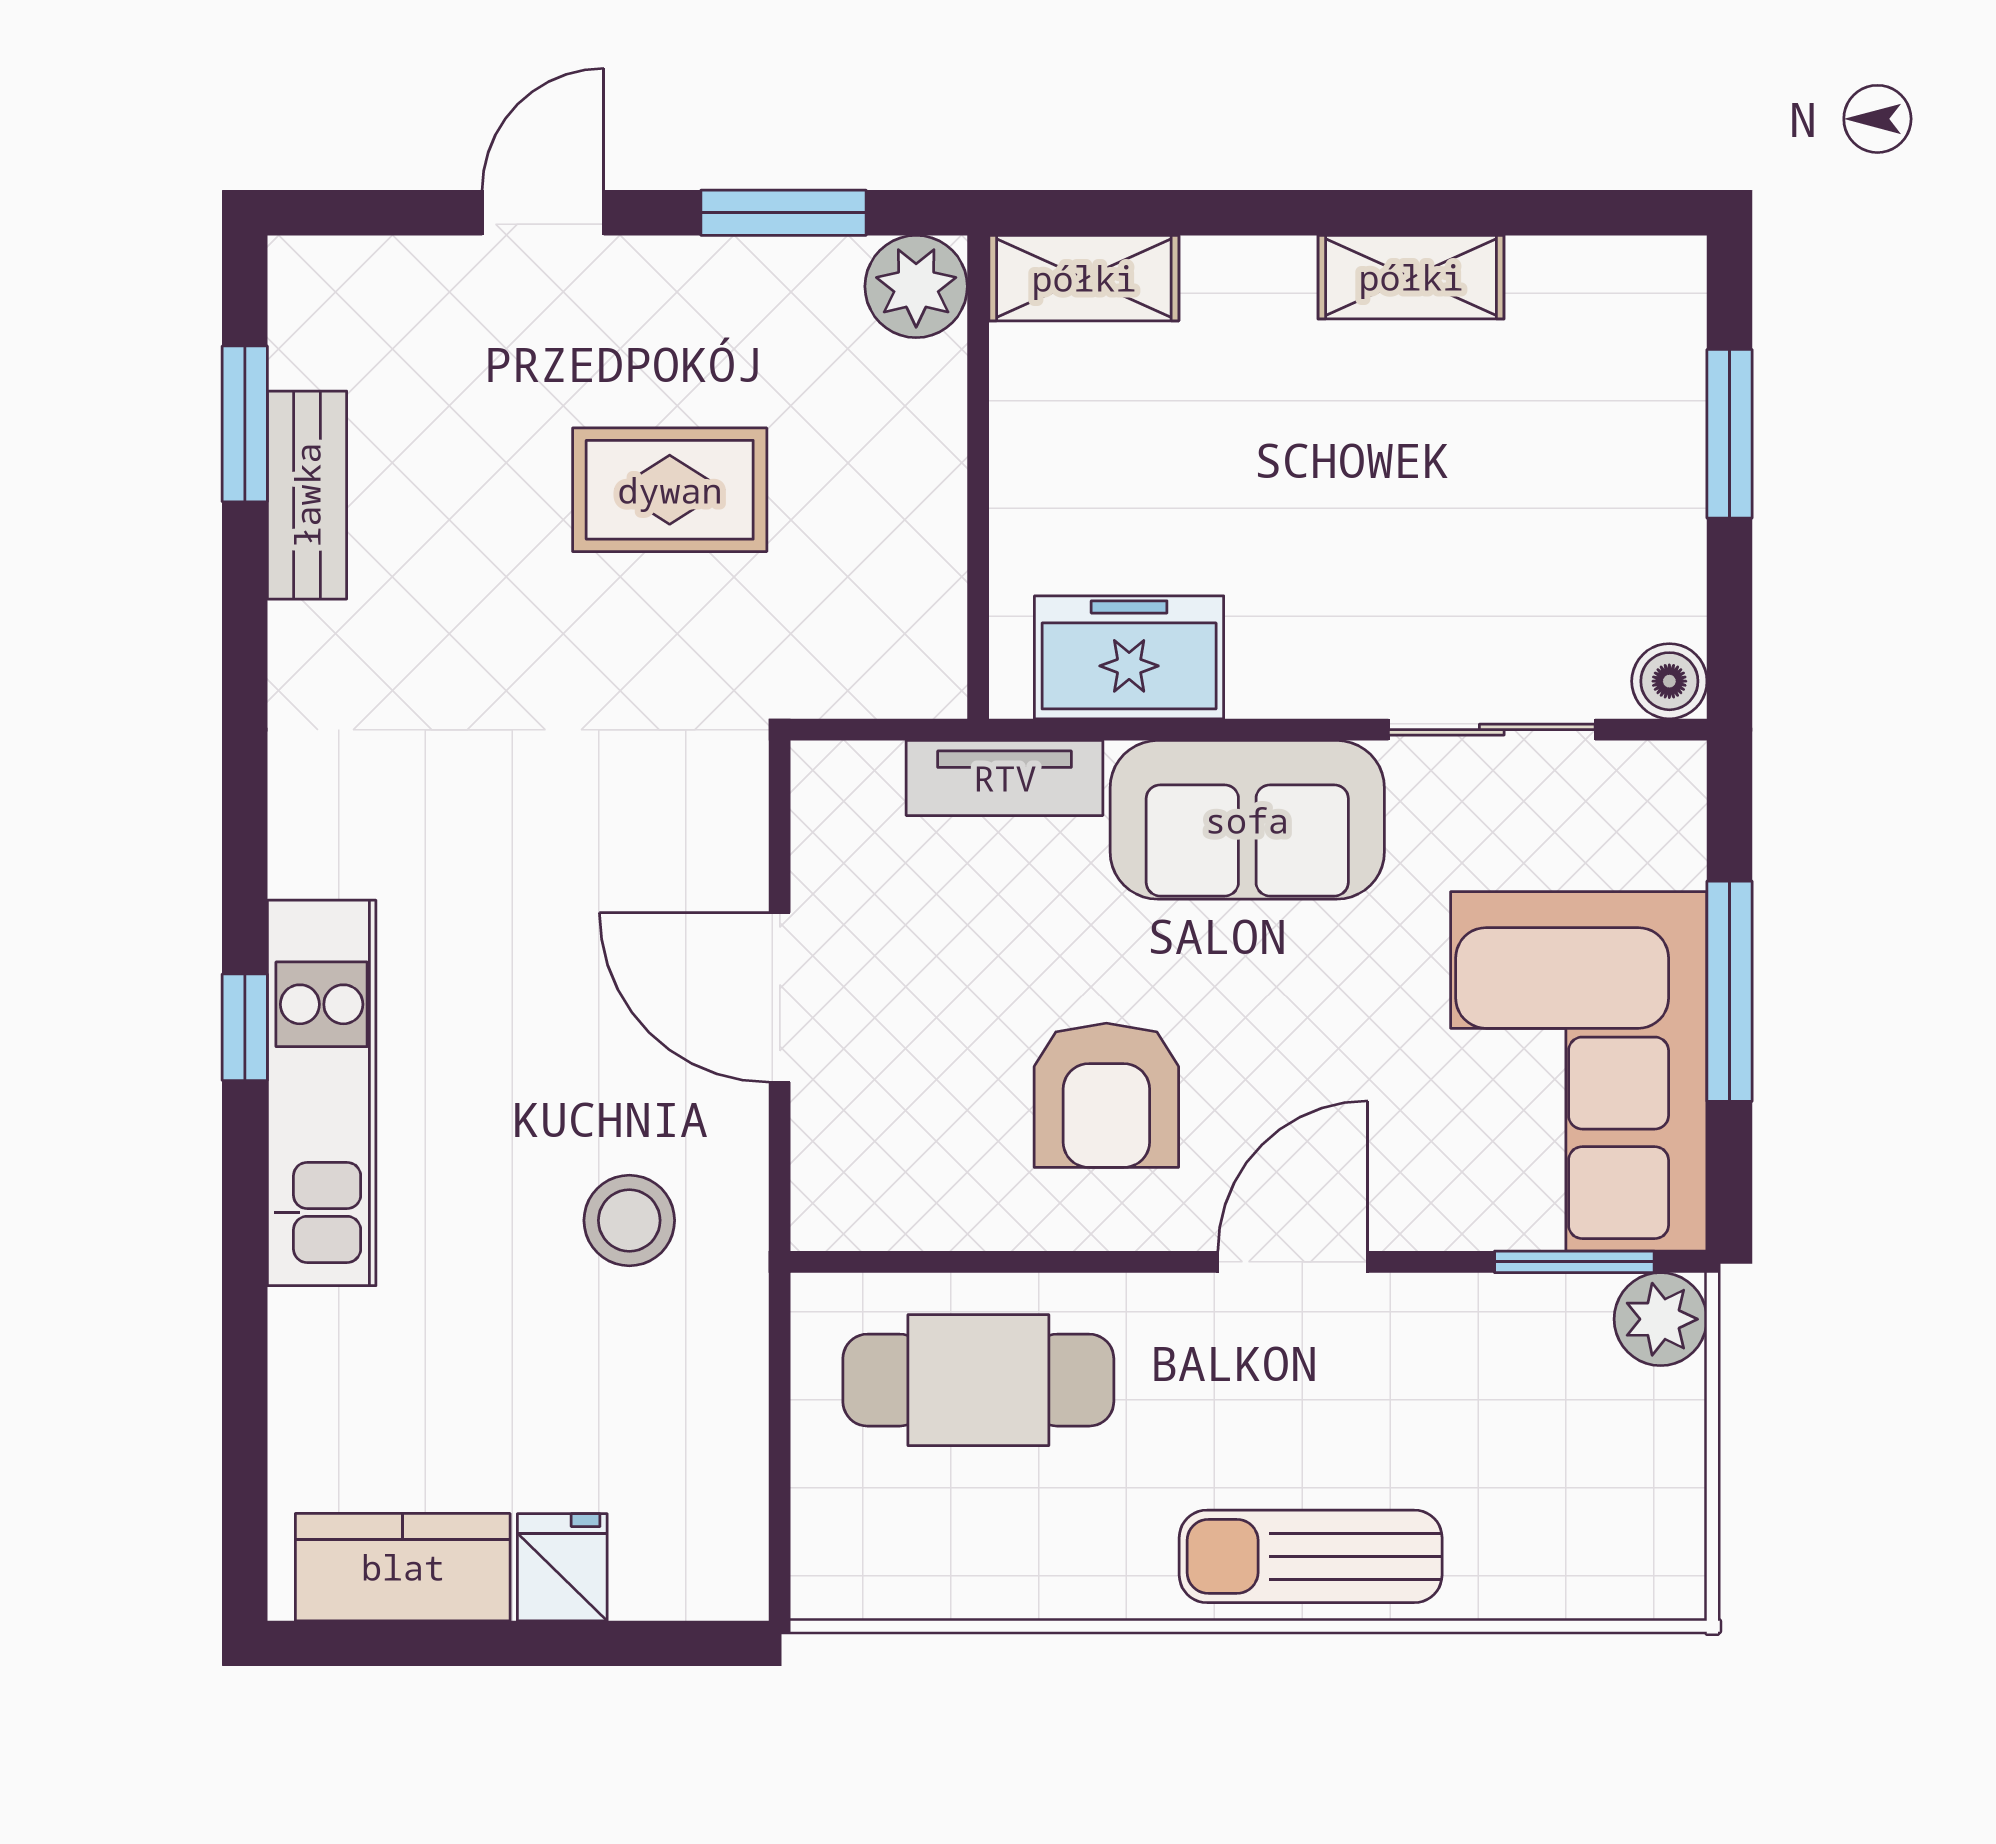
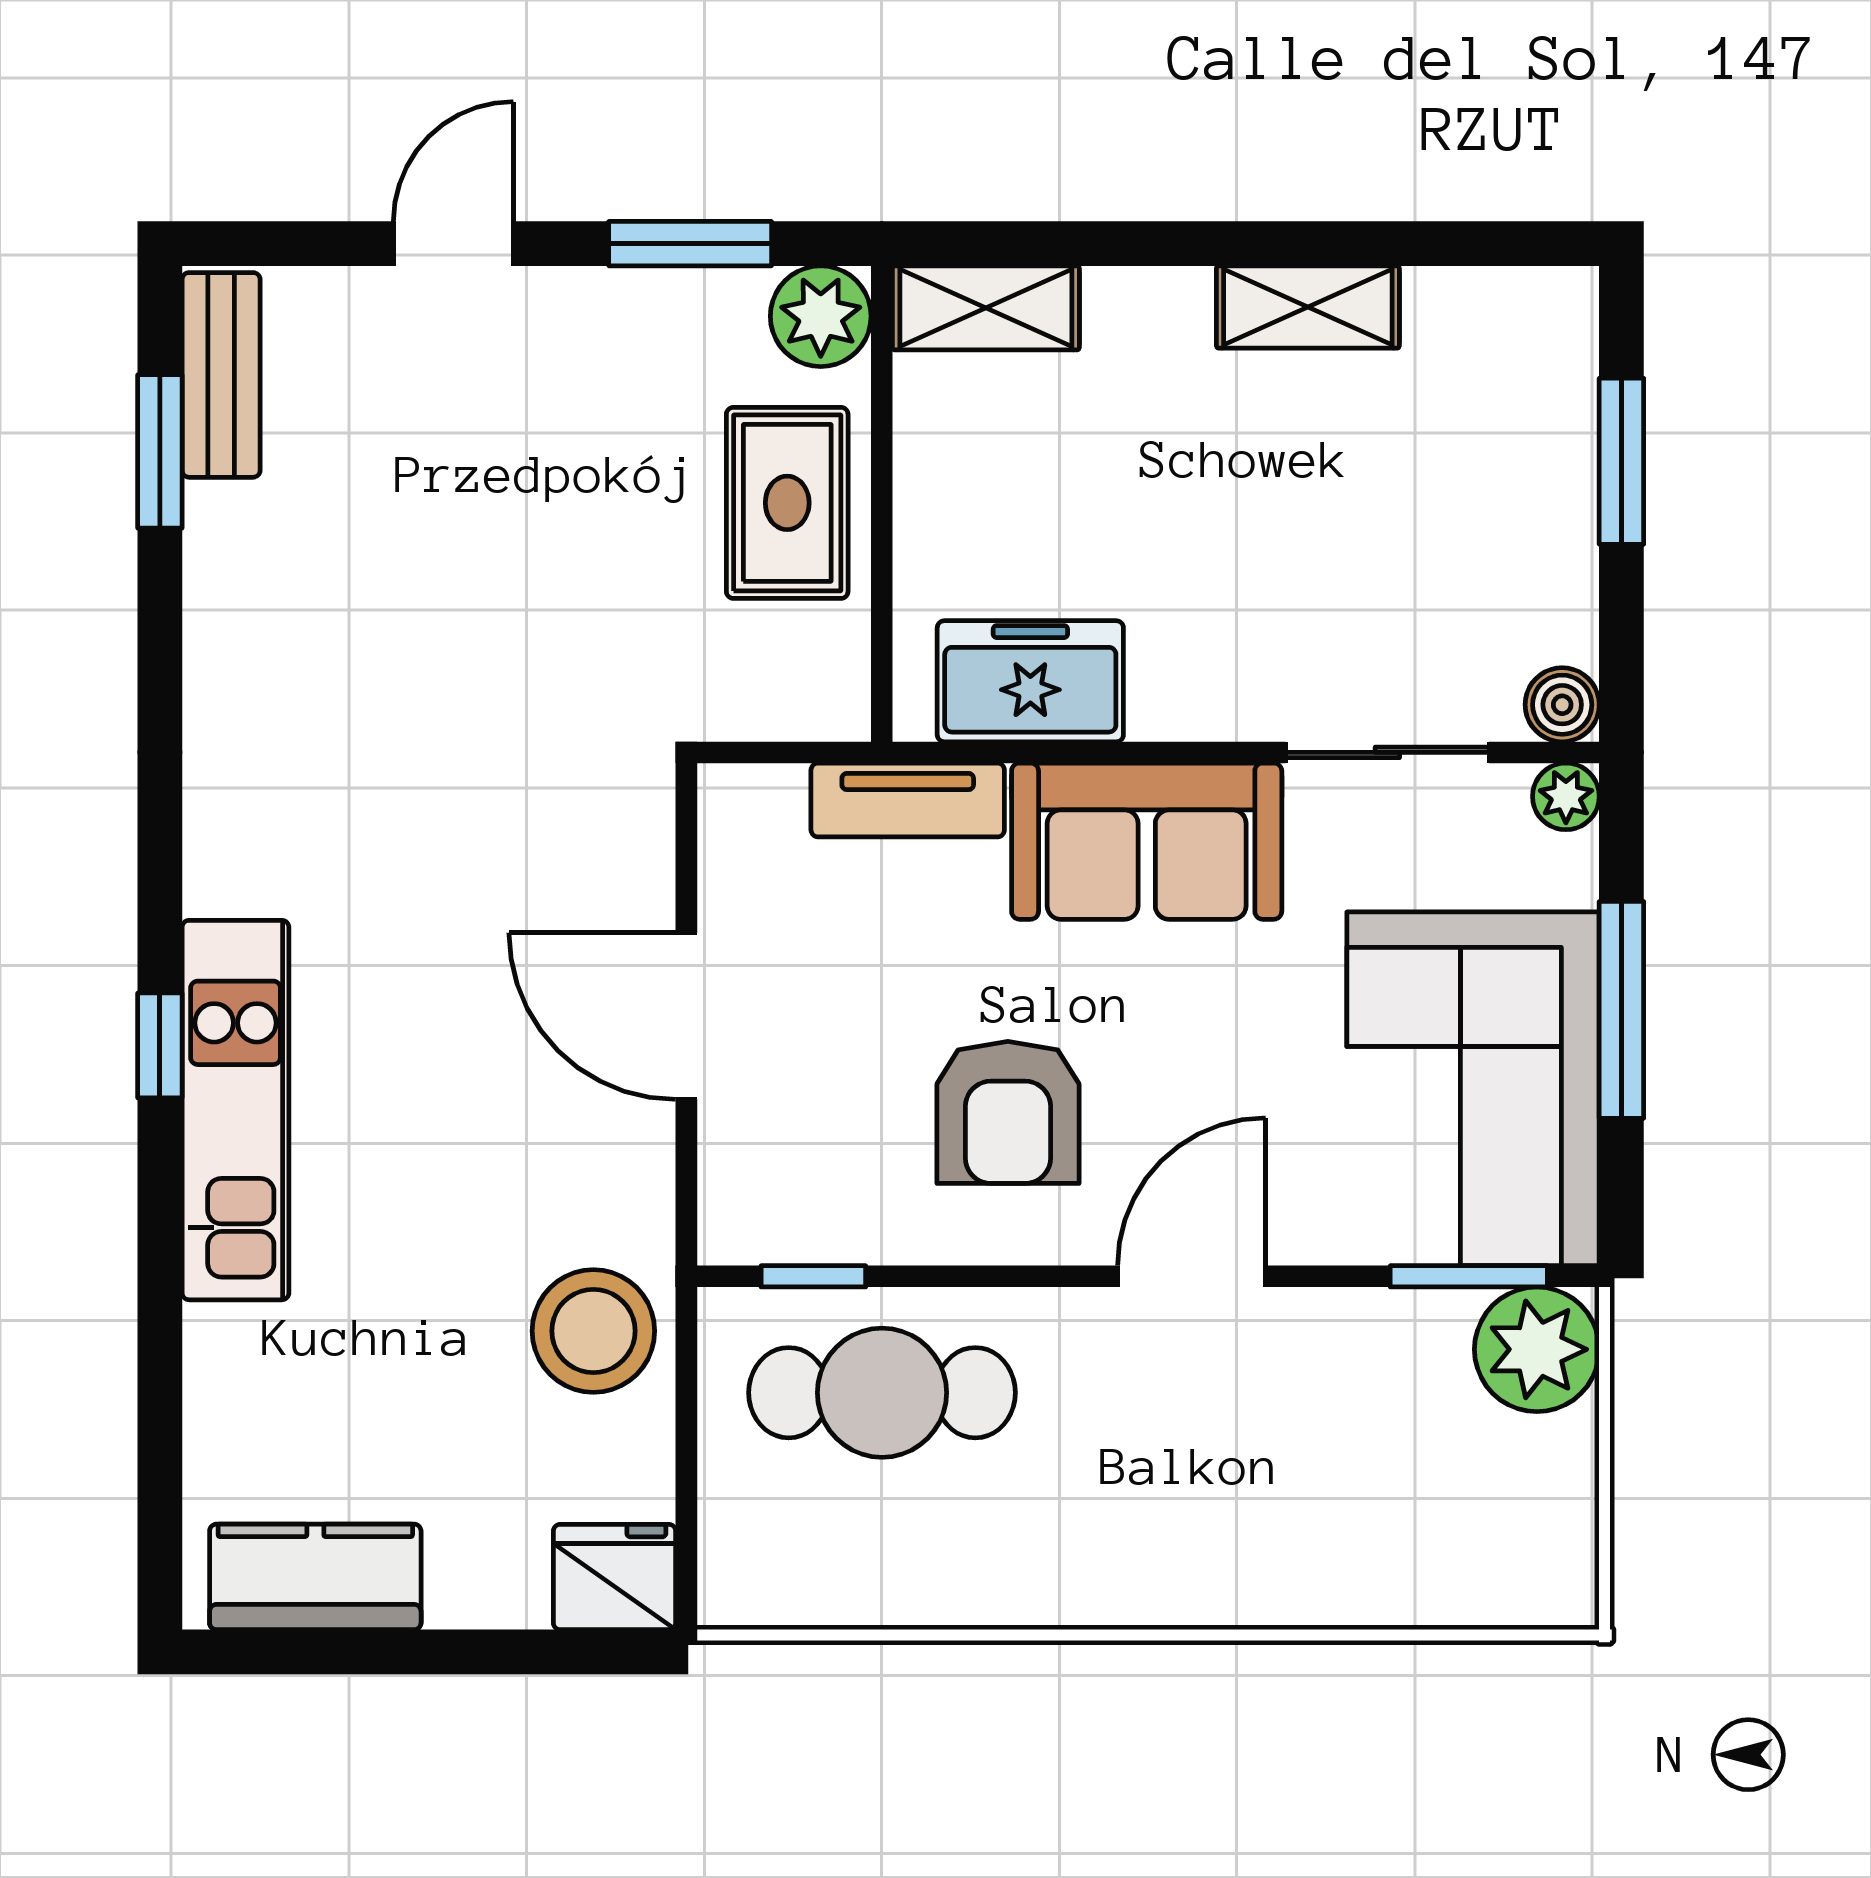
rug: (670, 490) -> (787, 503), moved, turned 90
bench: (307, 495) -> (221, 375), moved
plant: (1673, 774) -> (1566, 796), added
stool: (629, 1220) -> (593, 1331), moved, width x1.38, depth x1.38
window: (909, 1262) -> (813, 1276), added
plant: (1661, 1319) -> (1537, 1349), width x1.36, depth x1.36
sun lounger: (1311, 1556) -> (1209, 1566), removed
fridge: (562, 1567) -> (615, 1577), moved, width x1.38

